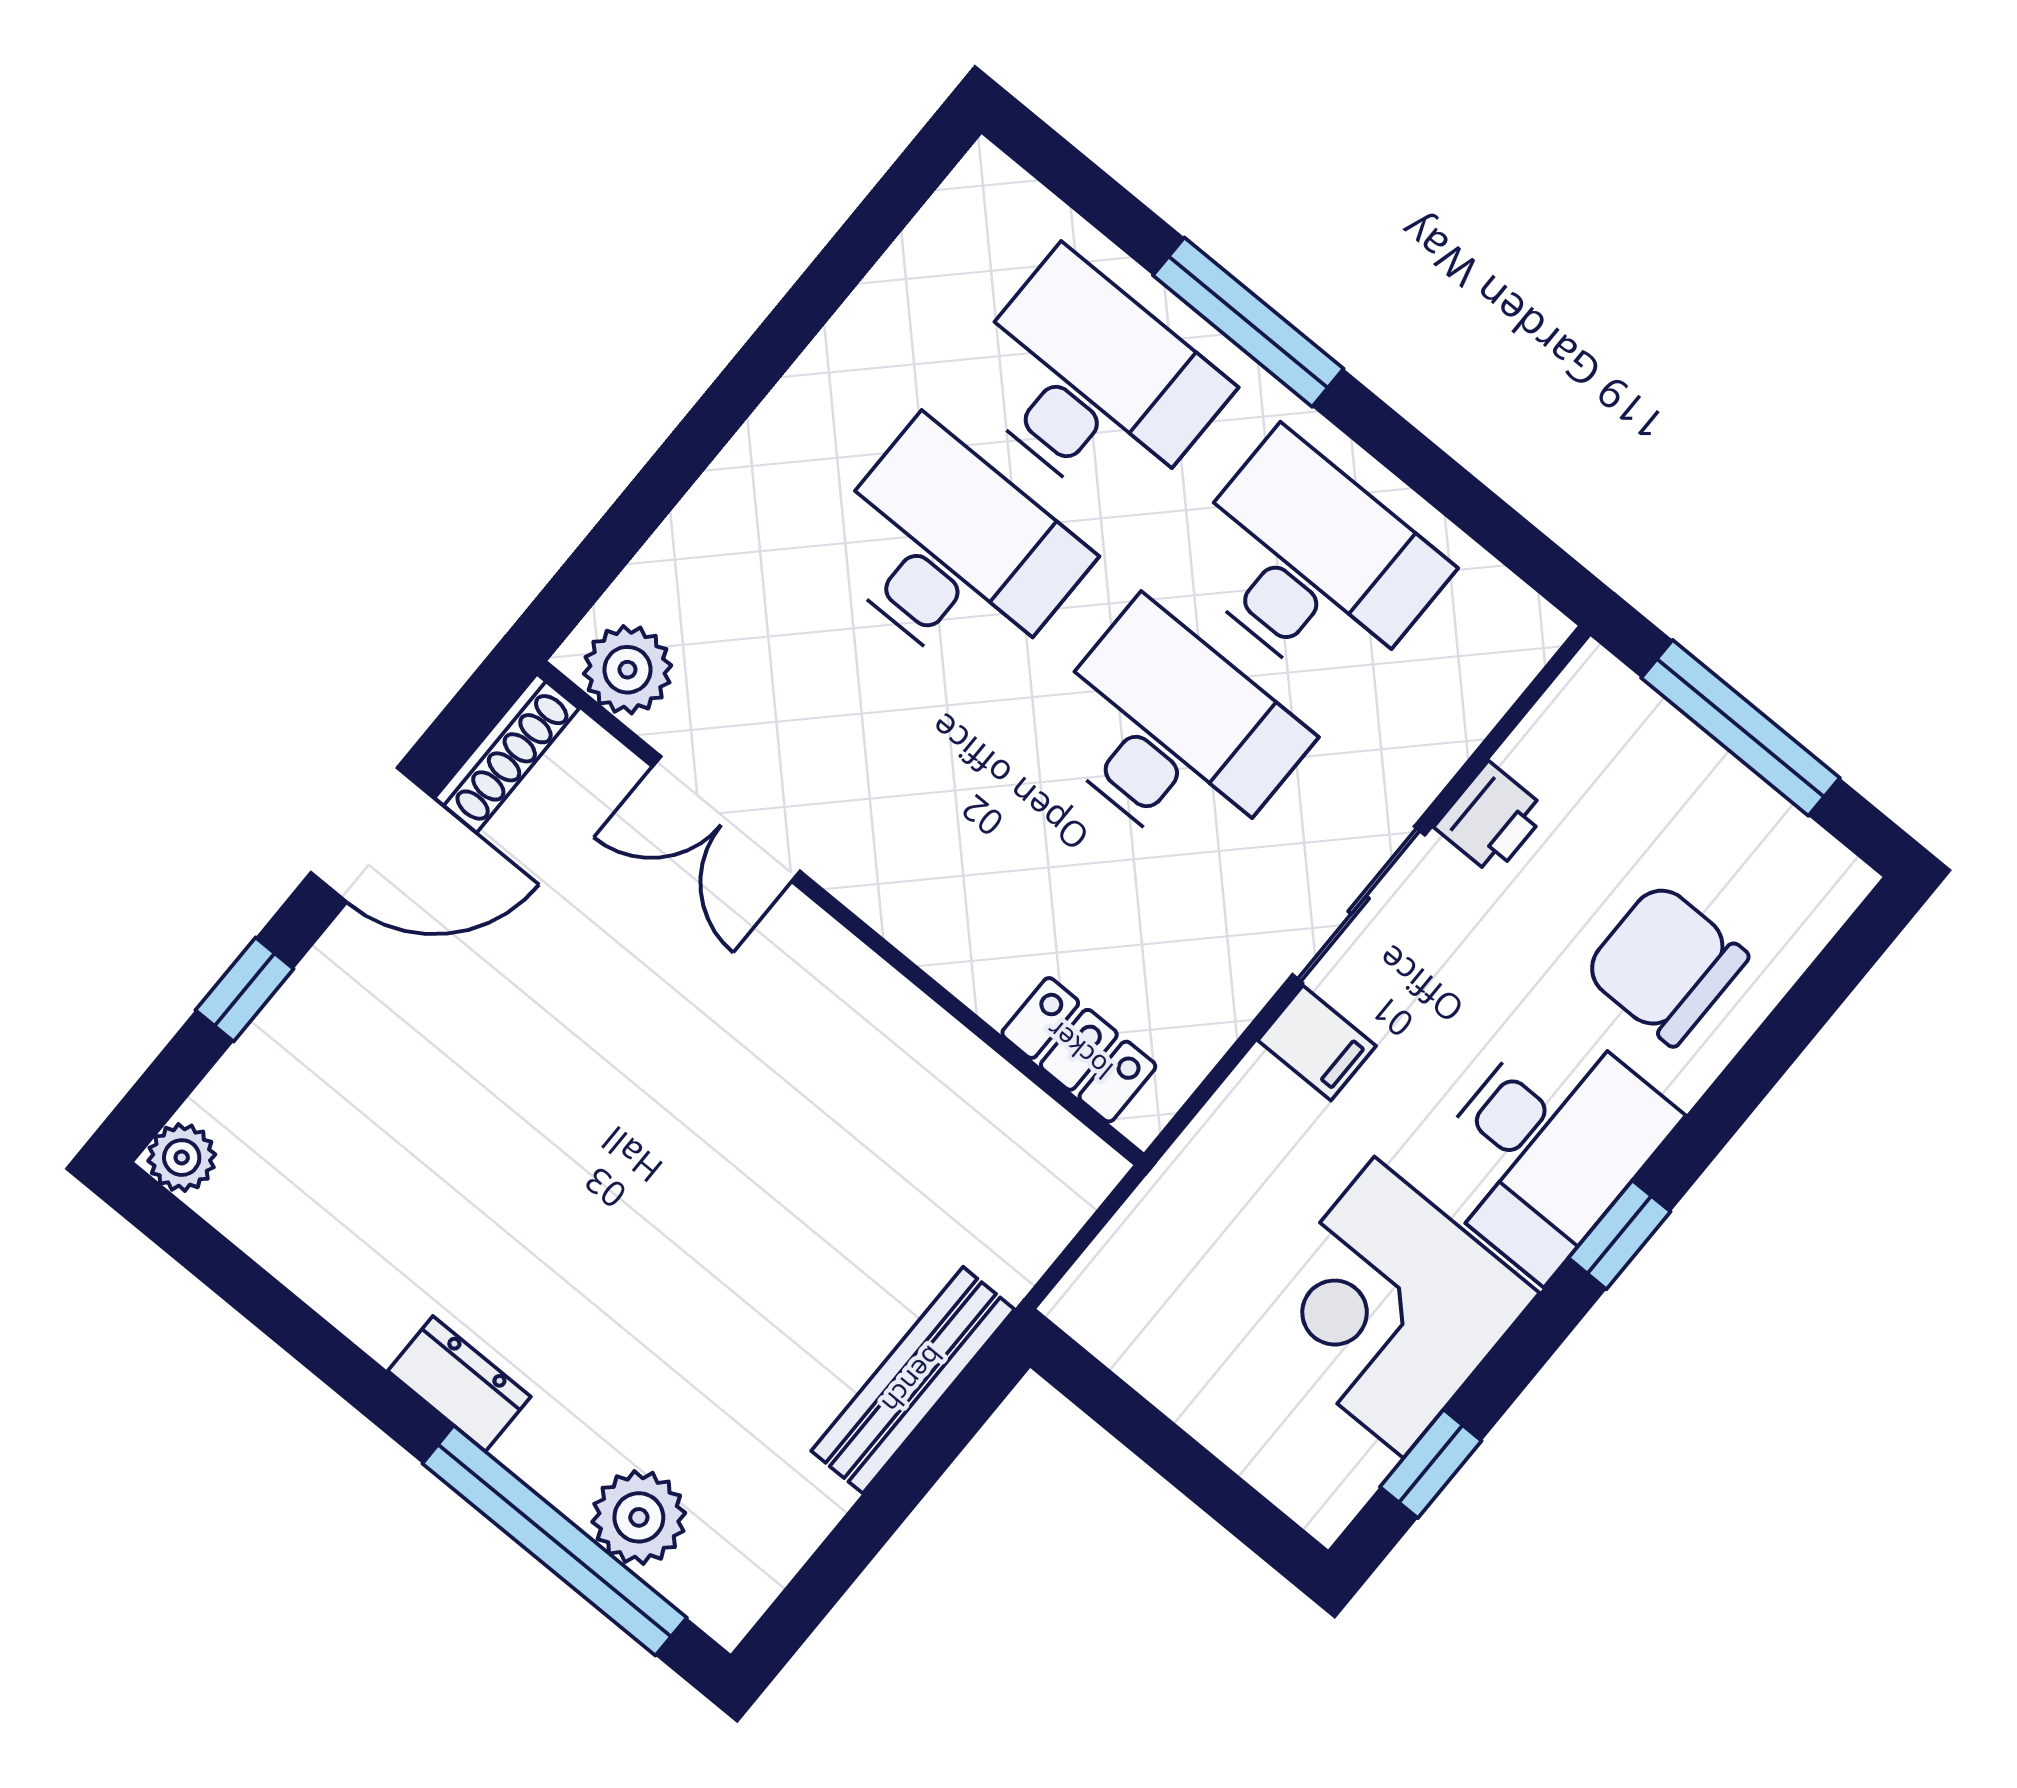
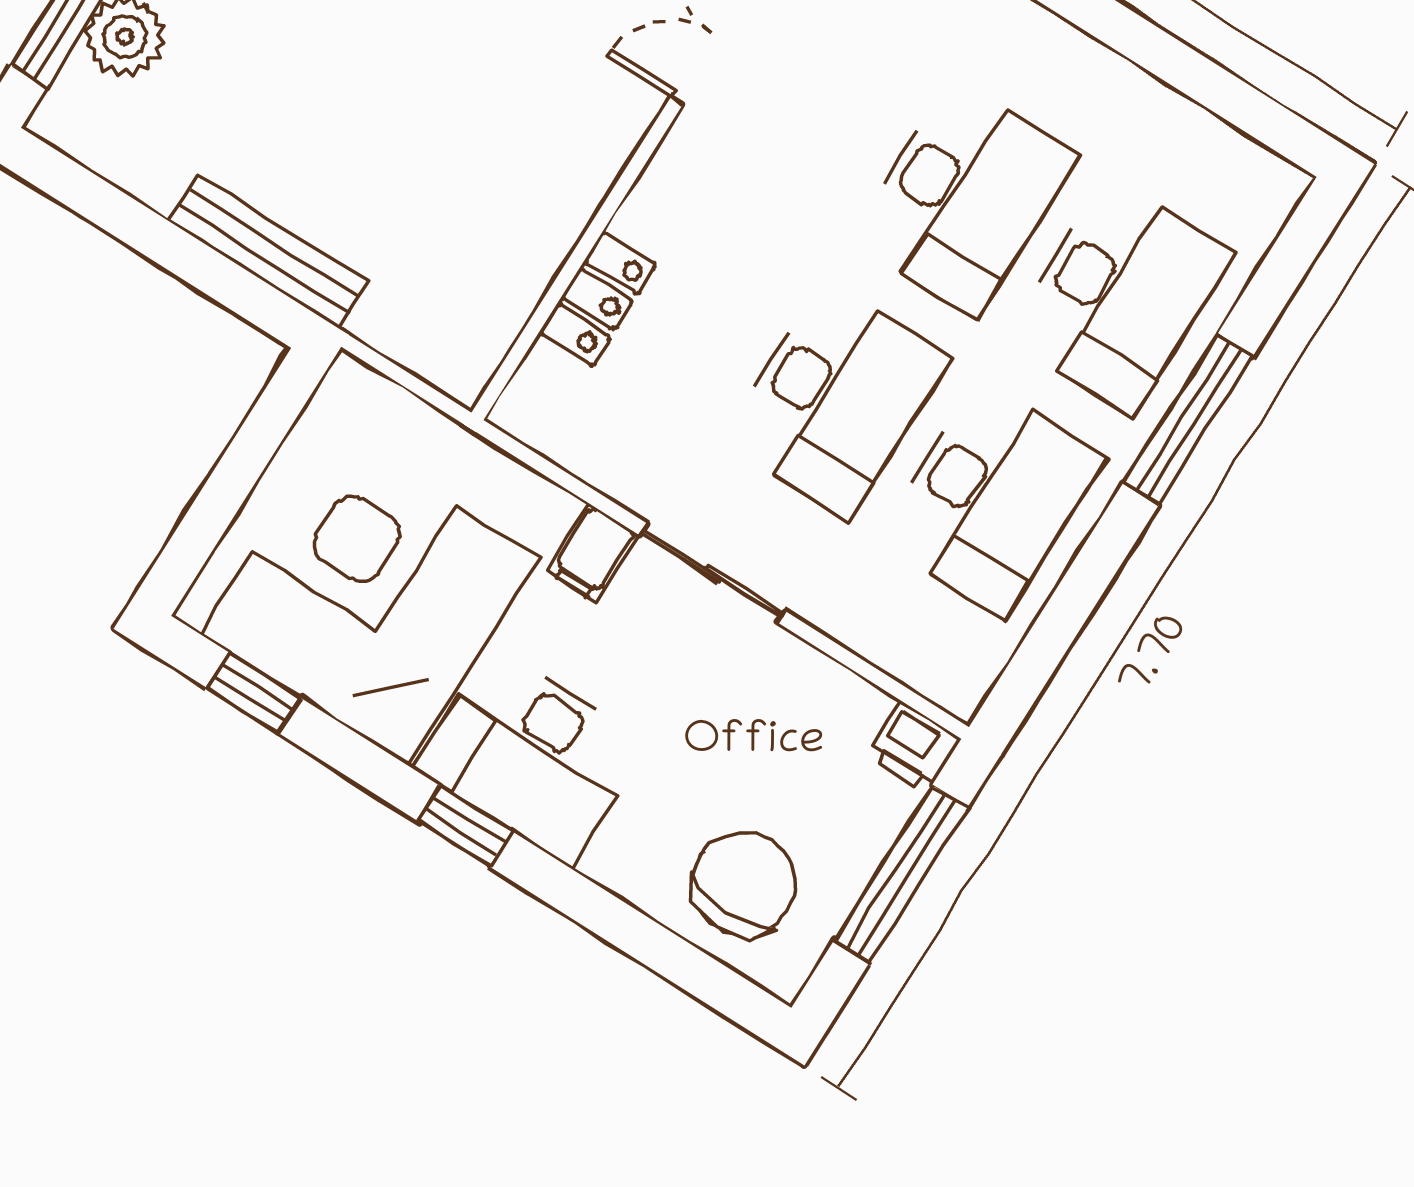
printer: (1491, 819) -> (913, 747), moved
chair: (1666, 964) -> (744, 884), moved
locker: (1079, 1050) -> (598, 299), moved
corner desk: (1389, 1307) -> (370, 596), width x1.36, depth x1.36

